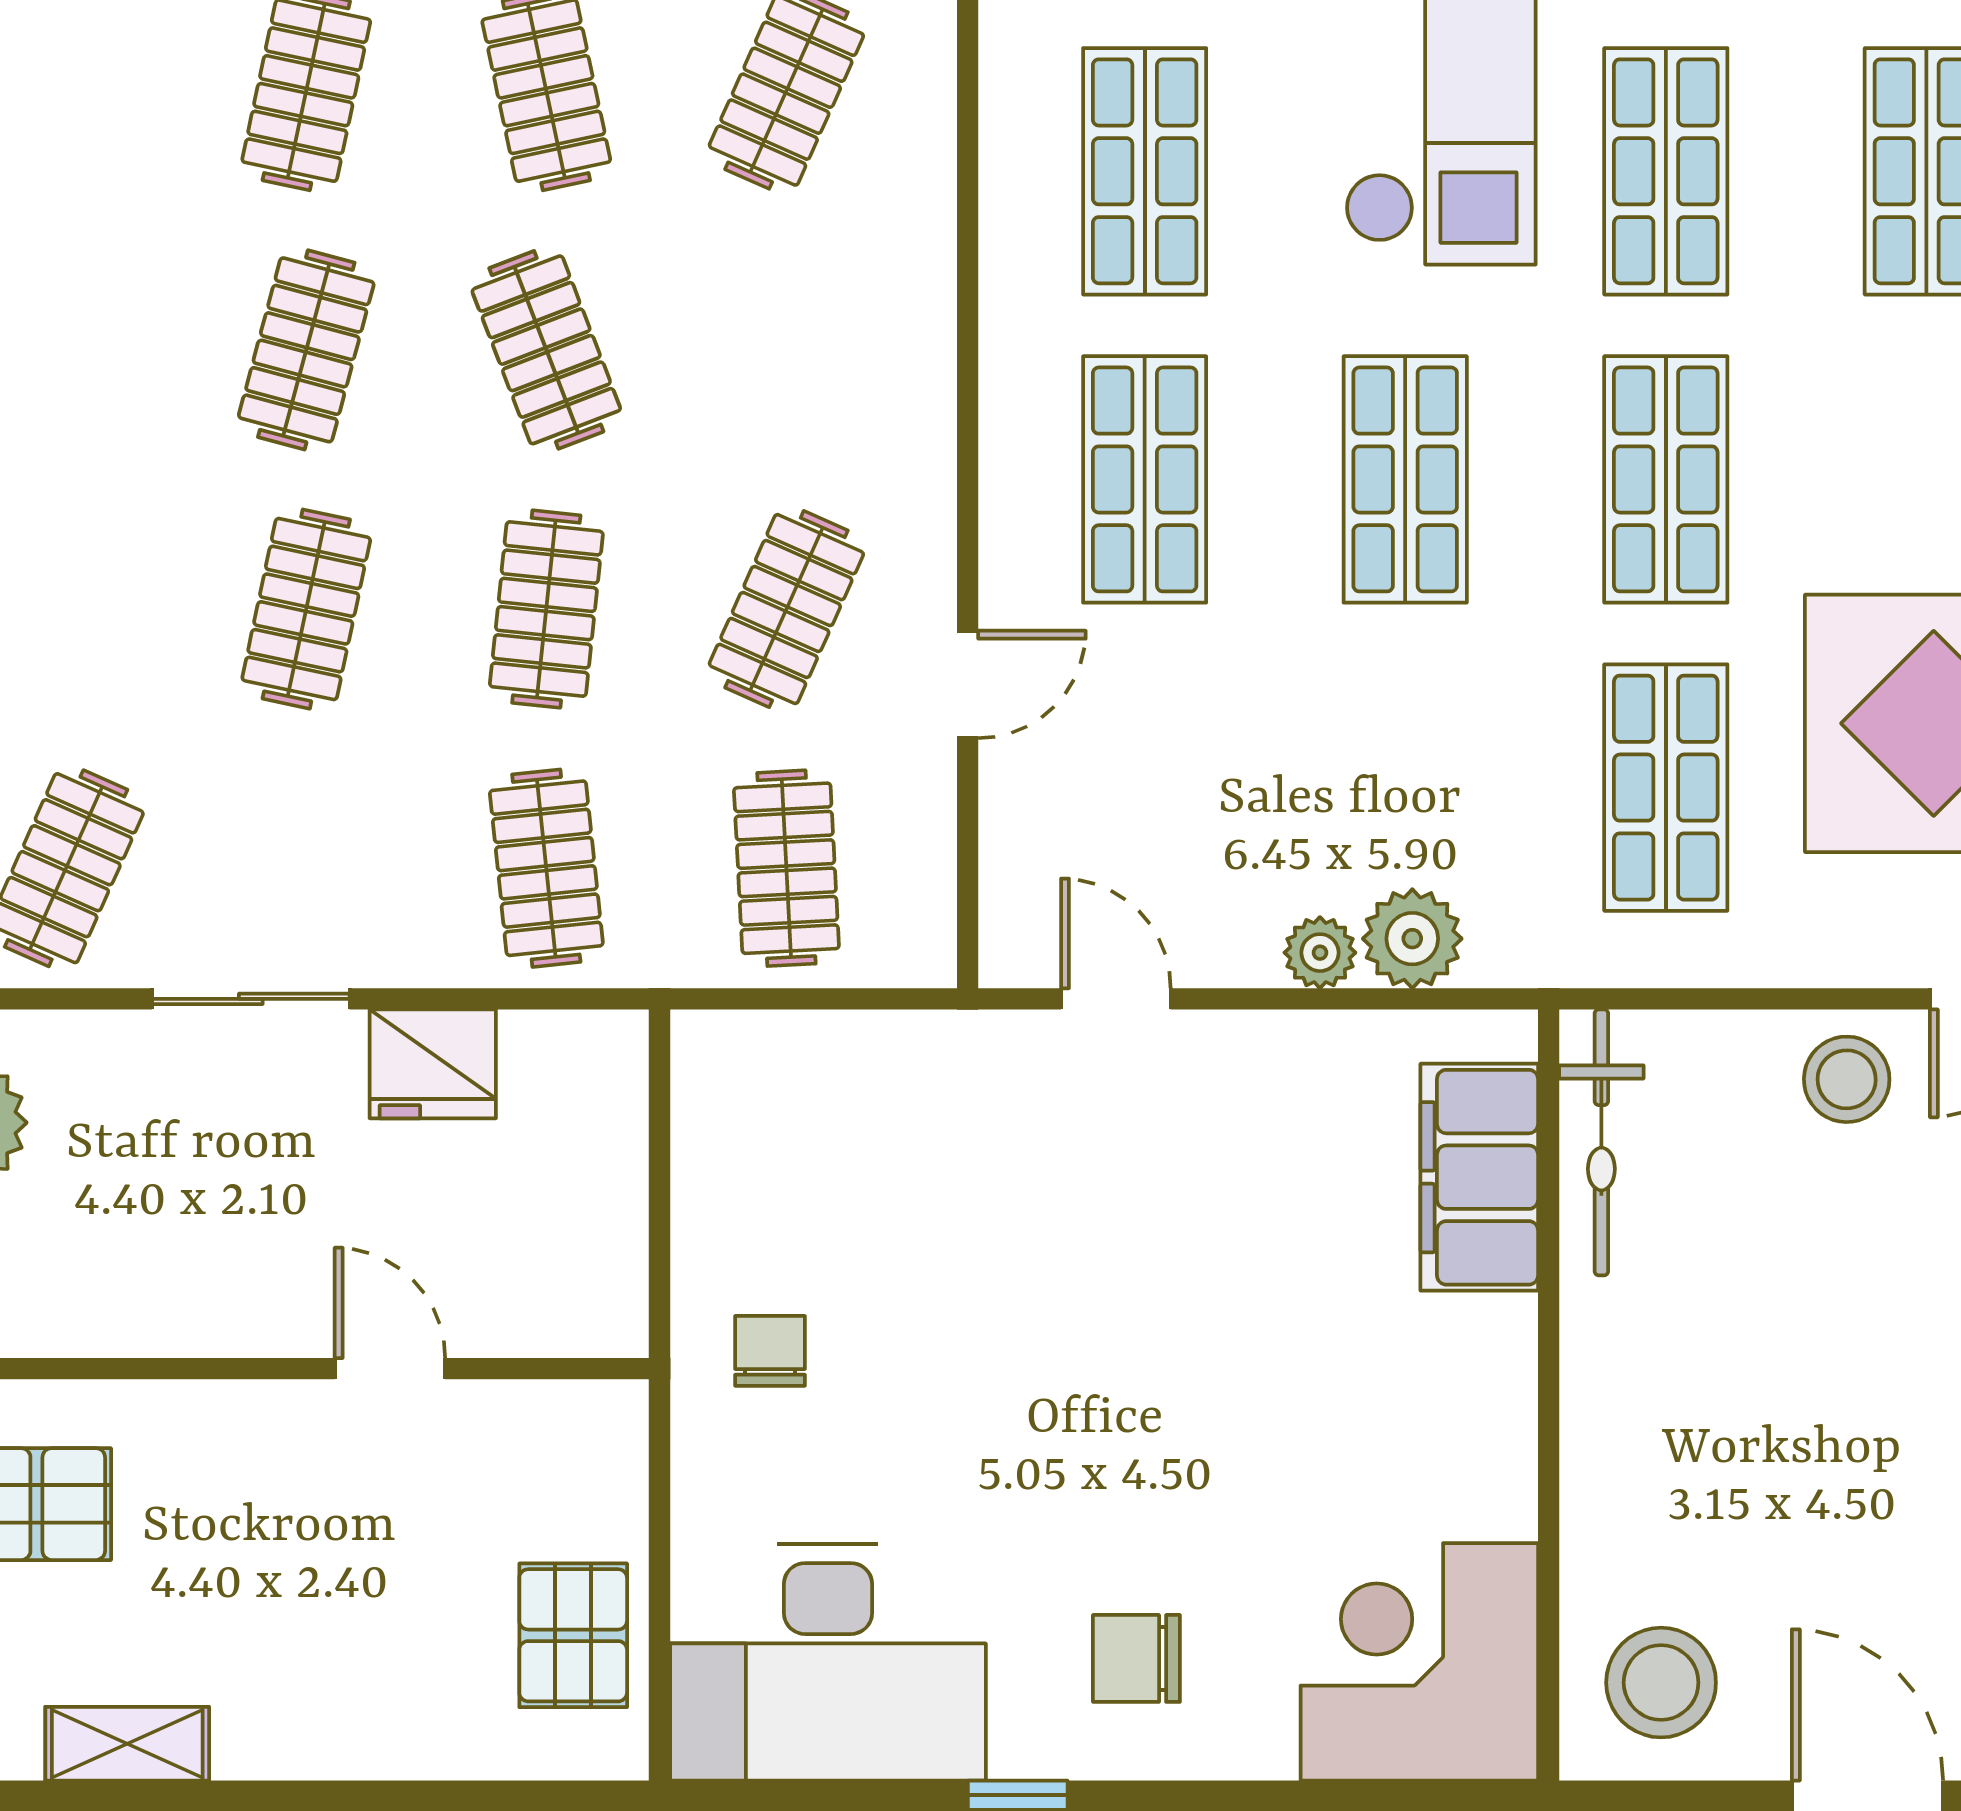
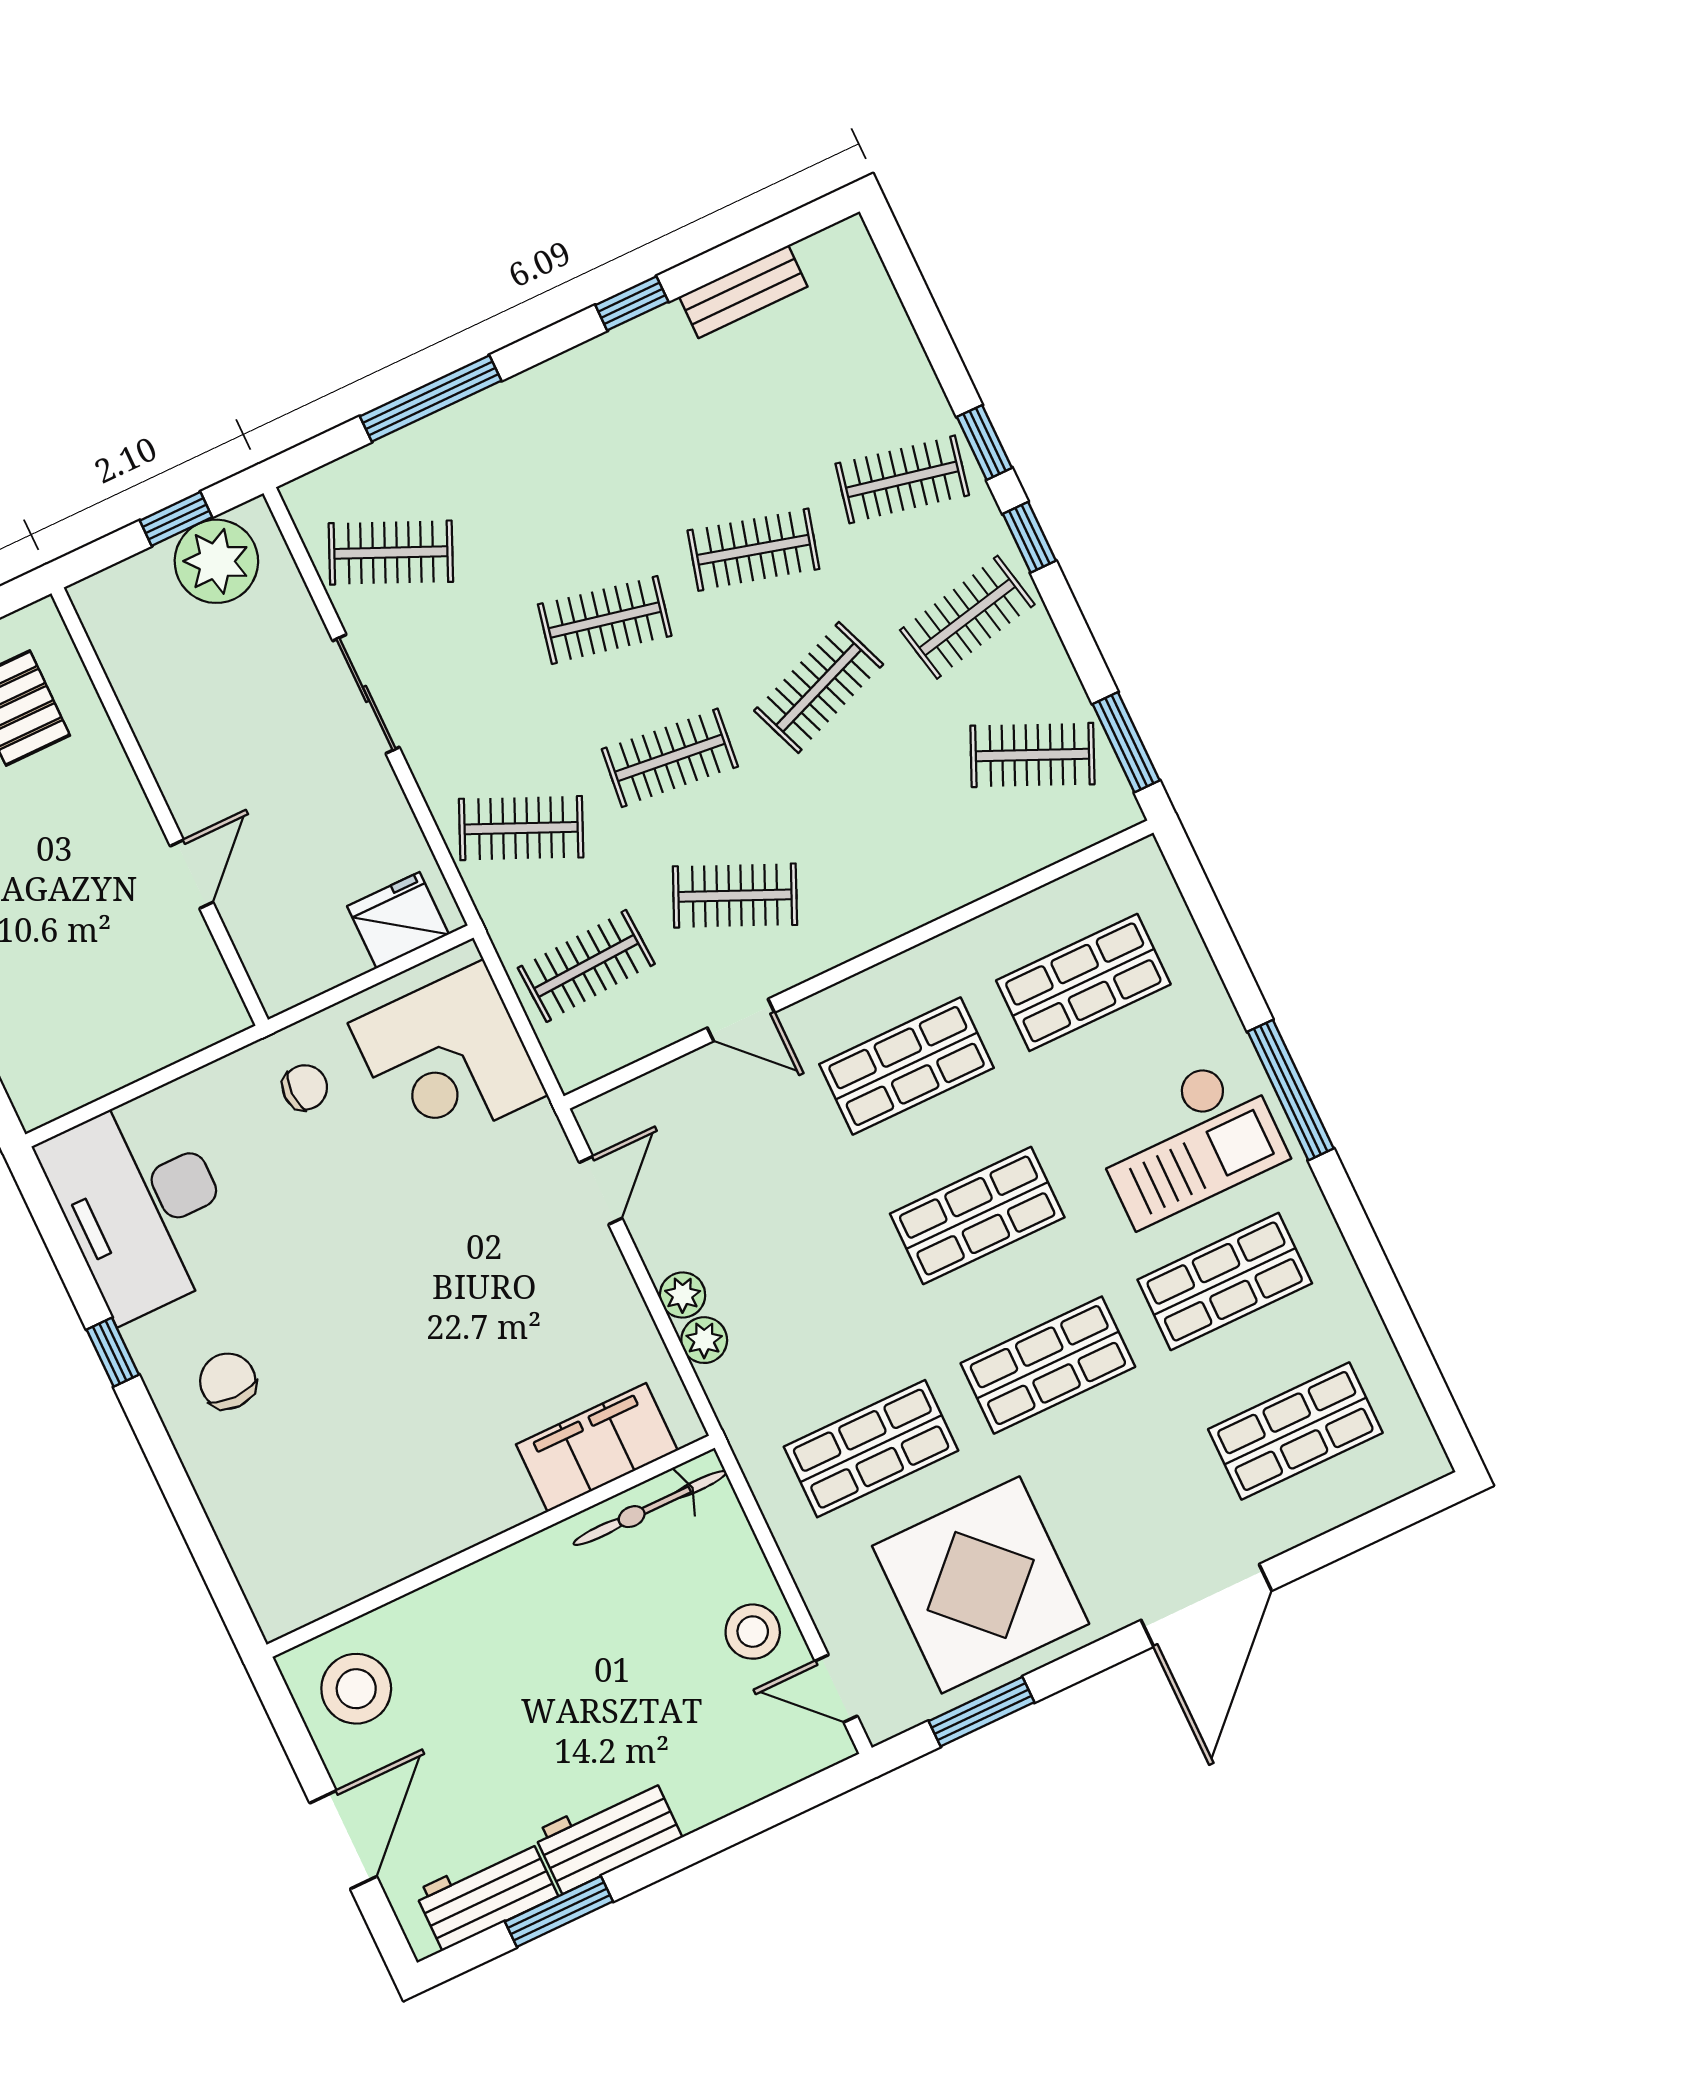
clothes rail: (546, 868) -> (521, 828), turned 30
plant: (1412, 939) -> (704, 1340), width x0.73, depth x0.73
fridge: (433, 1064) -> (398, 920), moved, turned 90
pallet: (573, 1635) -> (88, 1052), removed
corner desk: (1419, 1662) -> (448, 1059), moved, turned 180

